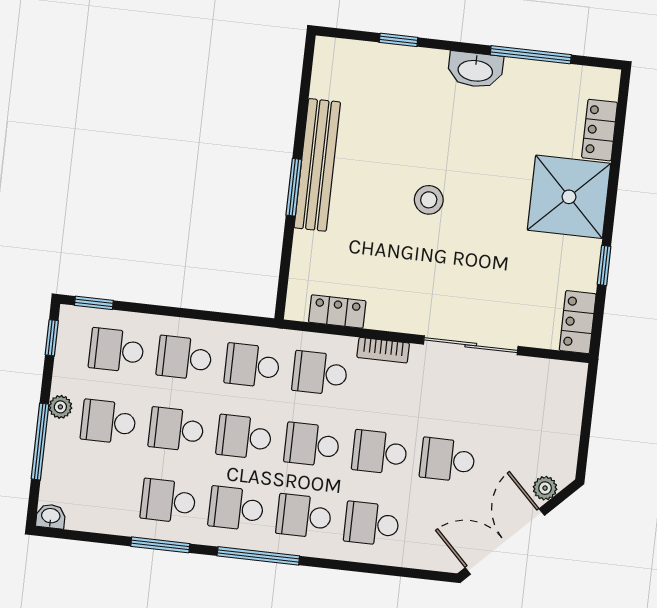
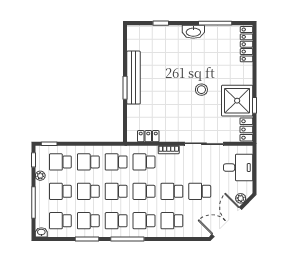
locker: (600, 130) -> (246, 44), width x1.53
shower: (569, 197) -> (237, 101), moved
stool: (429, 200) -> (201, 90), moved
plant: (60, 407) -> (40, 176), moved
desk: (547, 412) -> (238, 168), added
school desk: (100, 493) -> (60, 221), added

